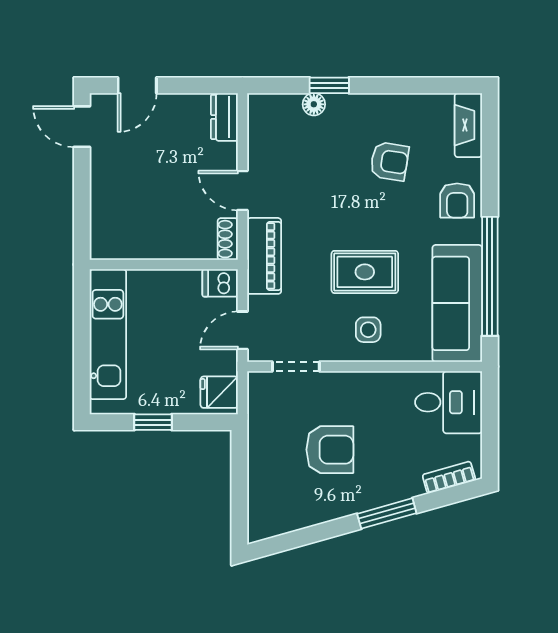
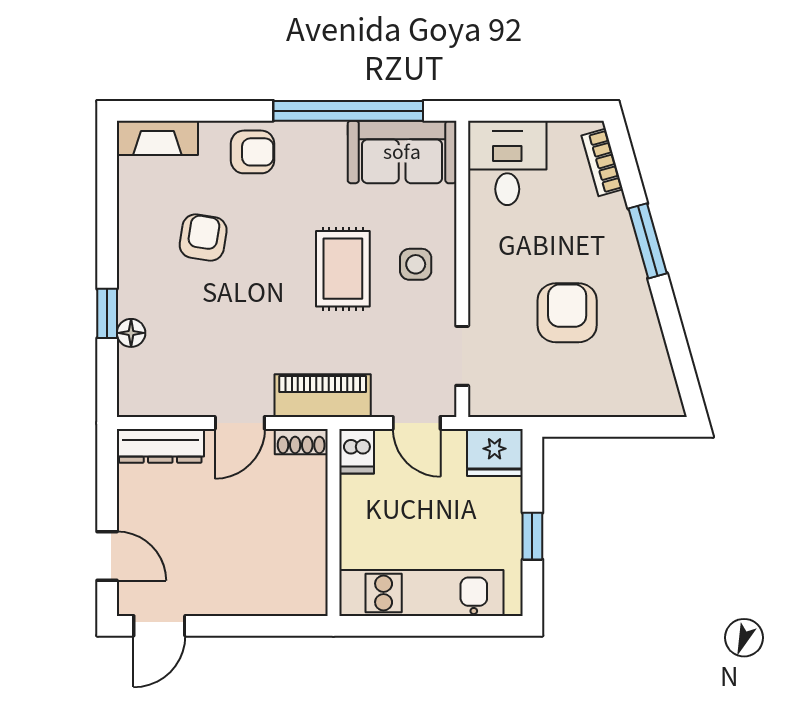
dresser: (224, 117) -> (160, 446), width x1.44
sofa: (457, 303) -> (402, 152), width x0.73
fridge: (219, 392) -> (495, 452), width x1.38

